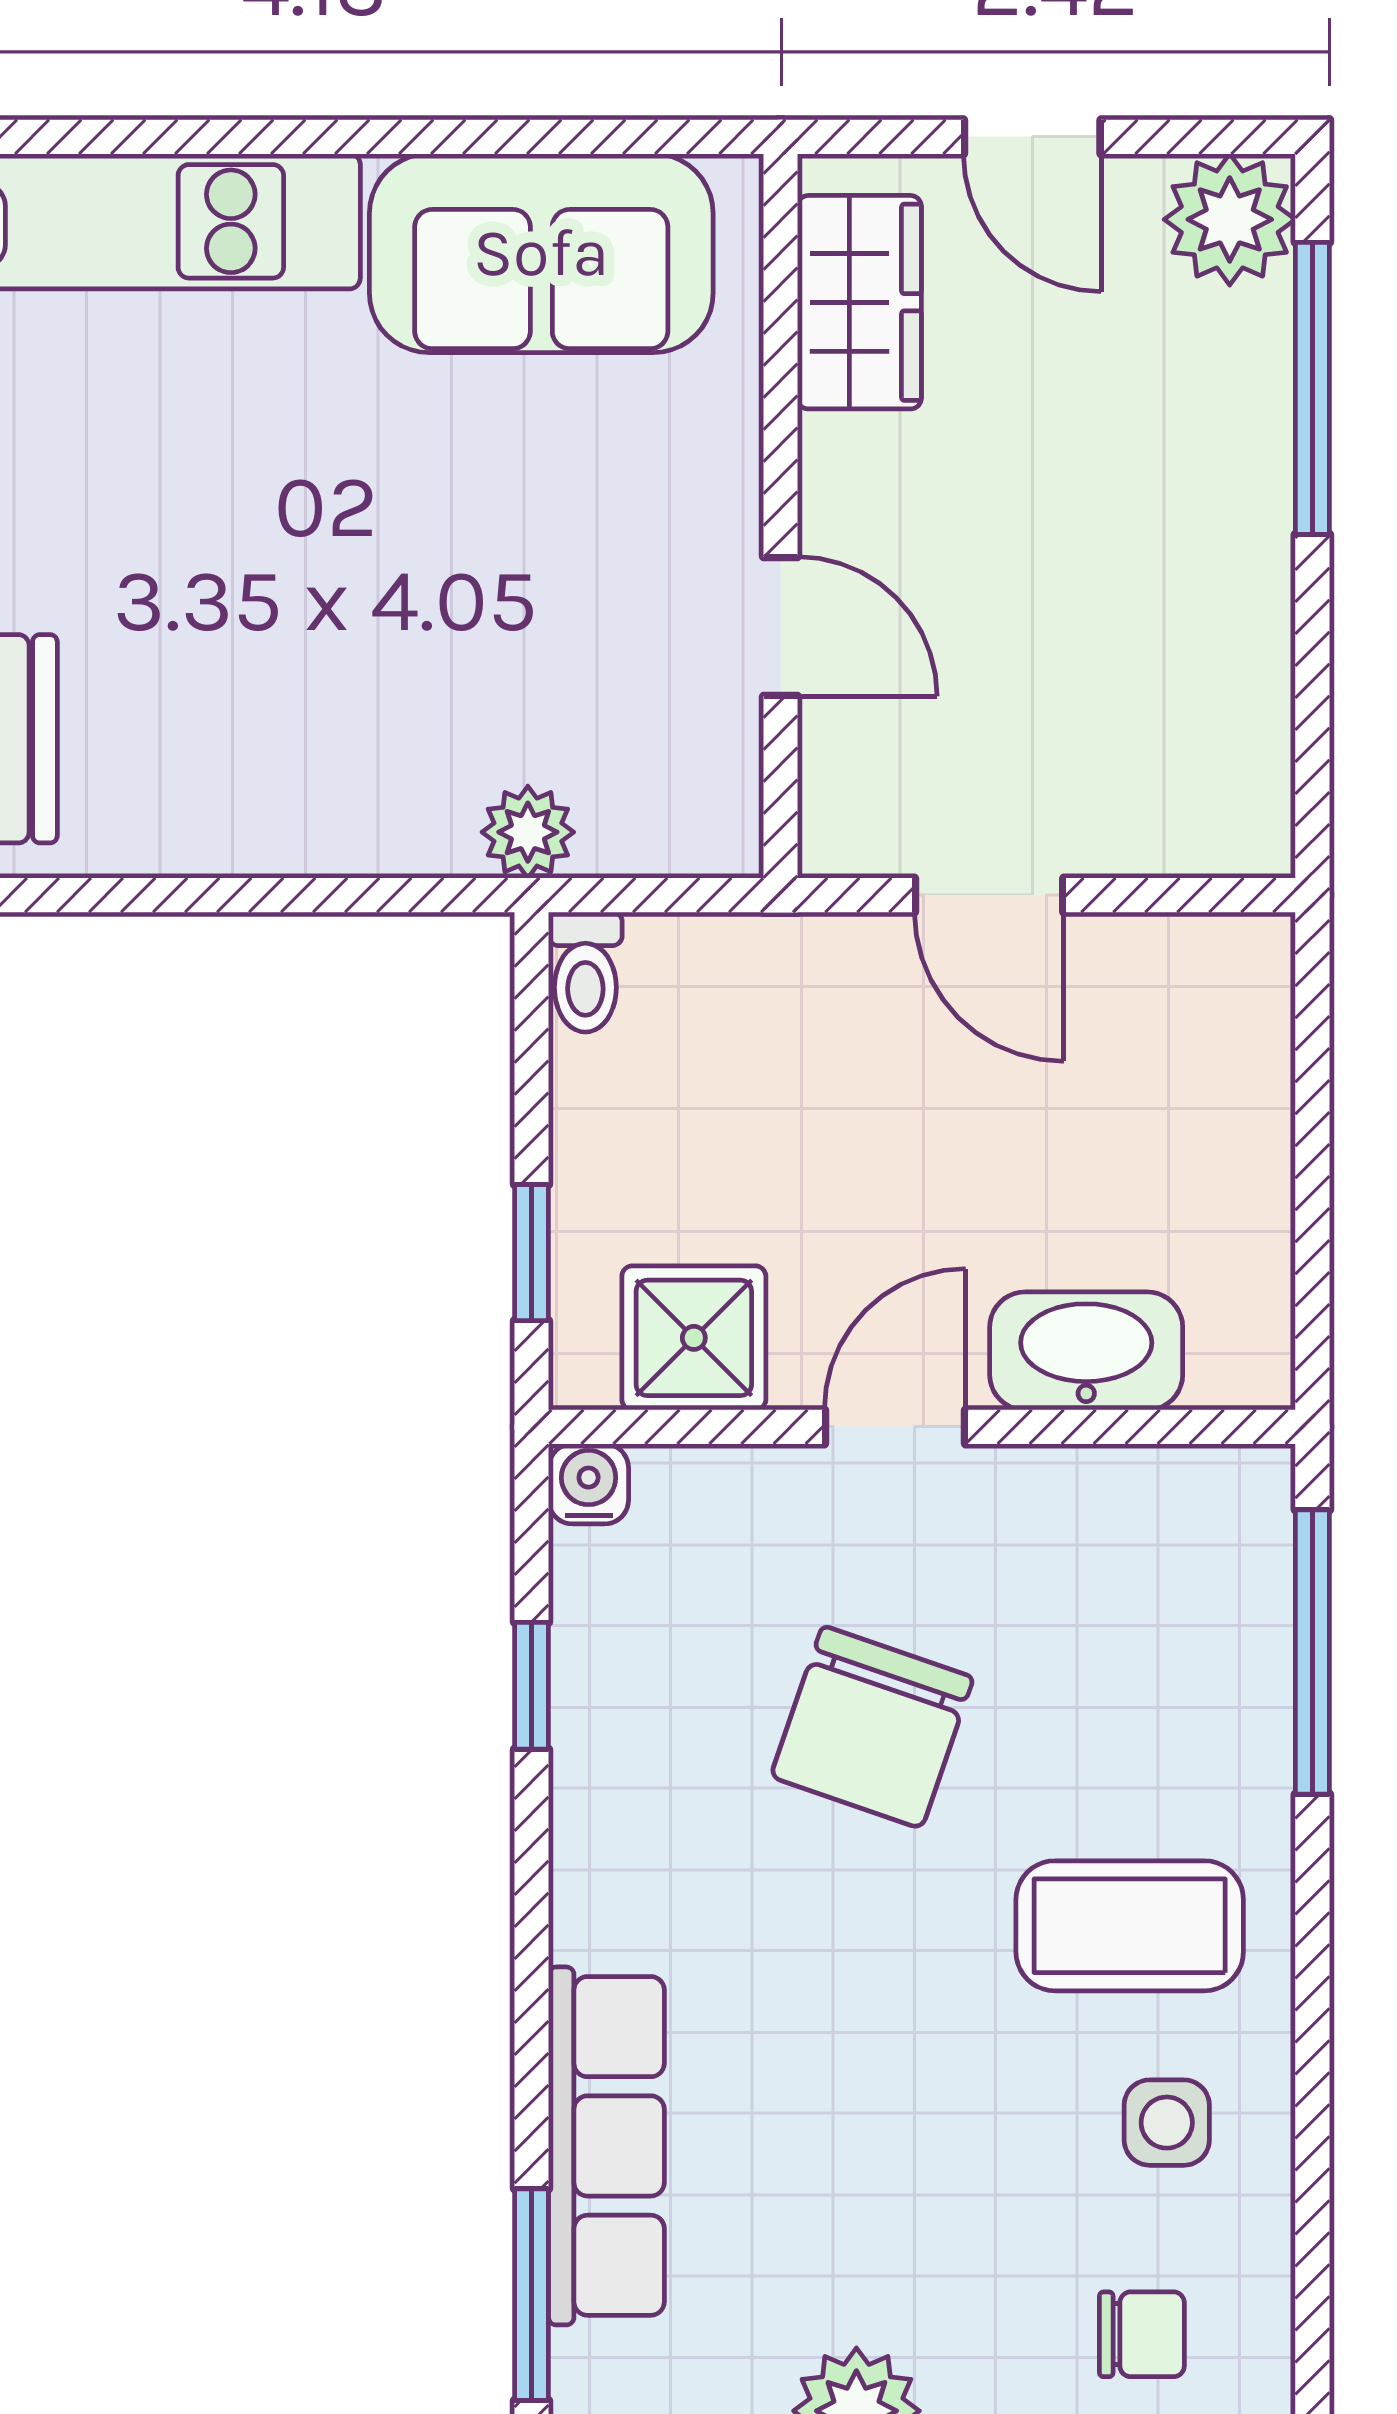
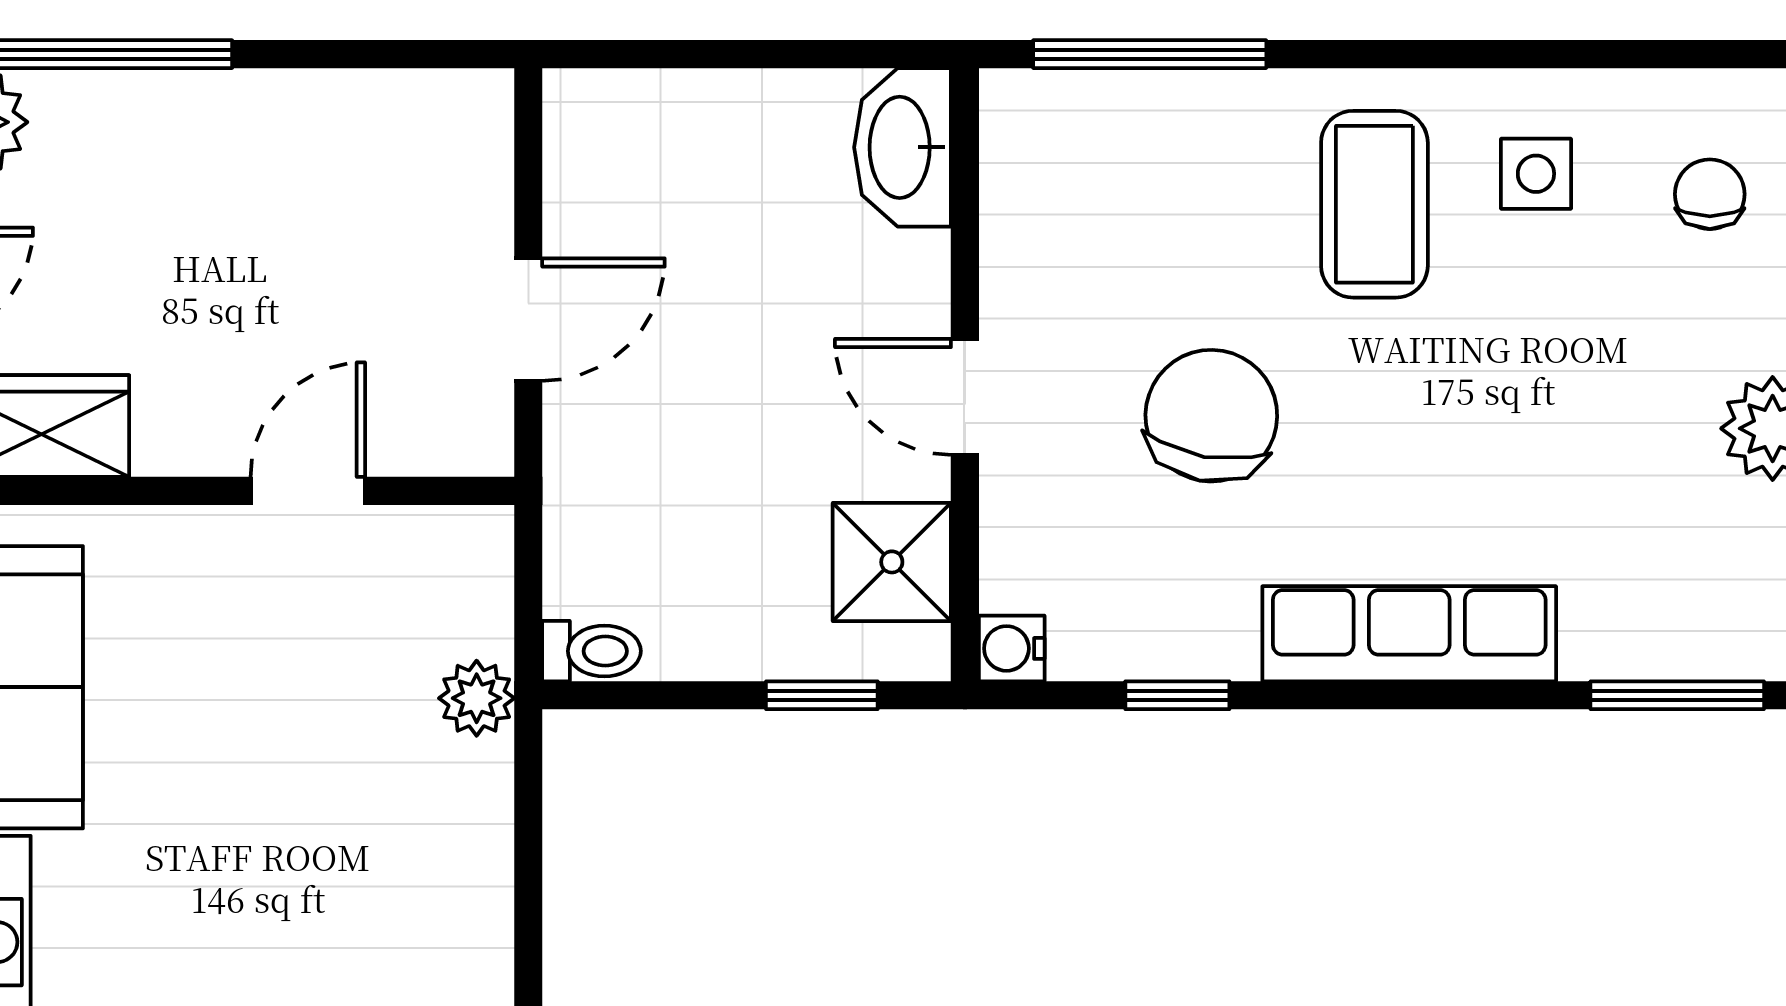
washbasin: (1086, 1351) -> (903, 147), moved
chair: (872, 1727) -> (1211, 416), turned -99
row of seats: (606, 2146) -> (1409, 634), moved

